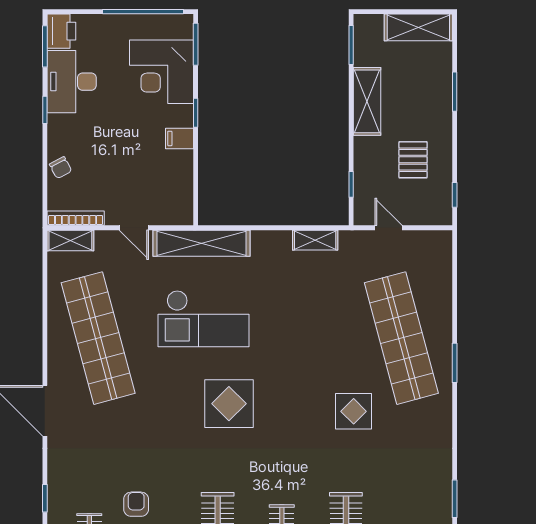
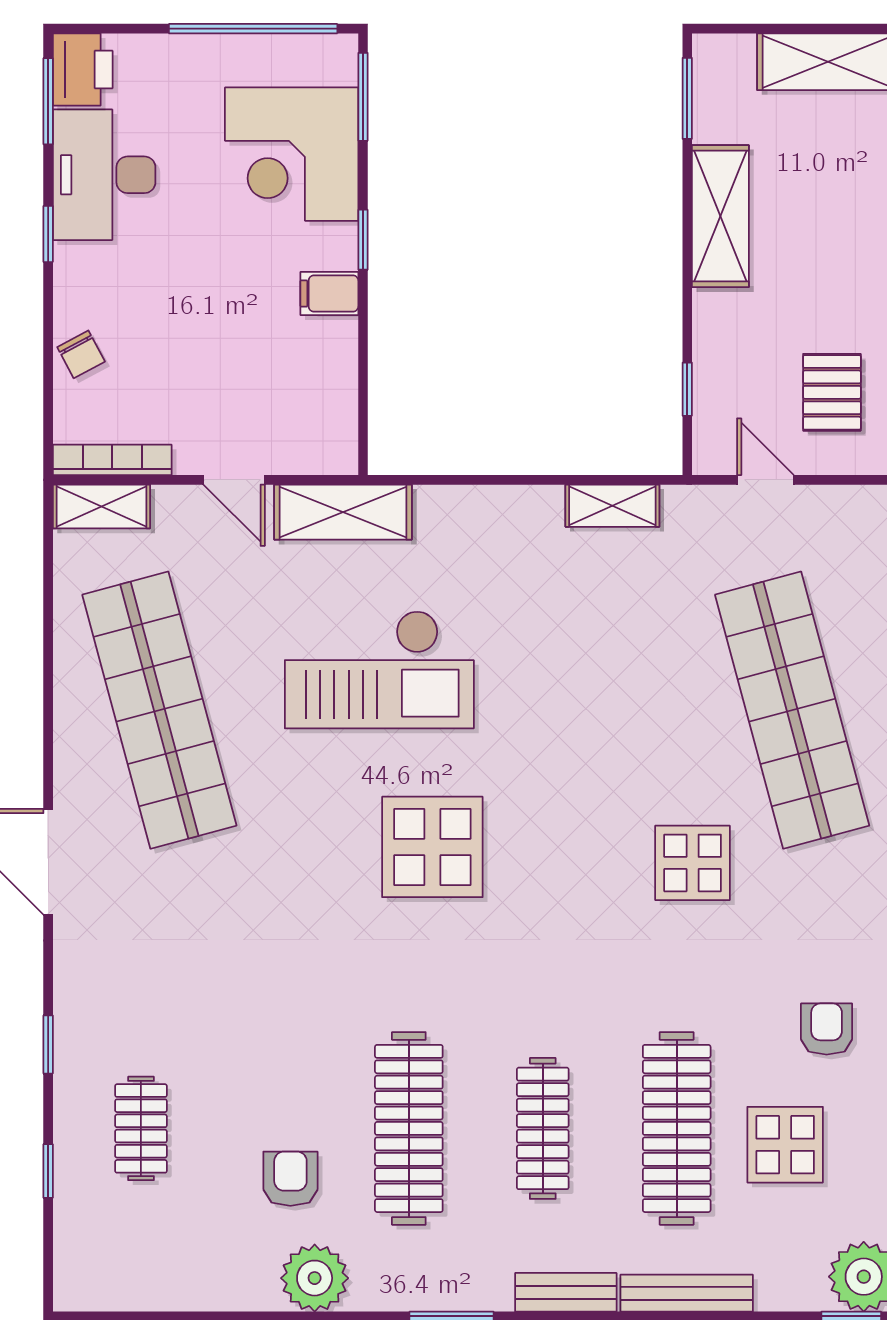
pallet: (413, 160) -> (832, 392), moved
shelving: (201, 243) -> (343, 512), width x0.68
armchair: (136, 504) -> (827, 1029), moved

